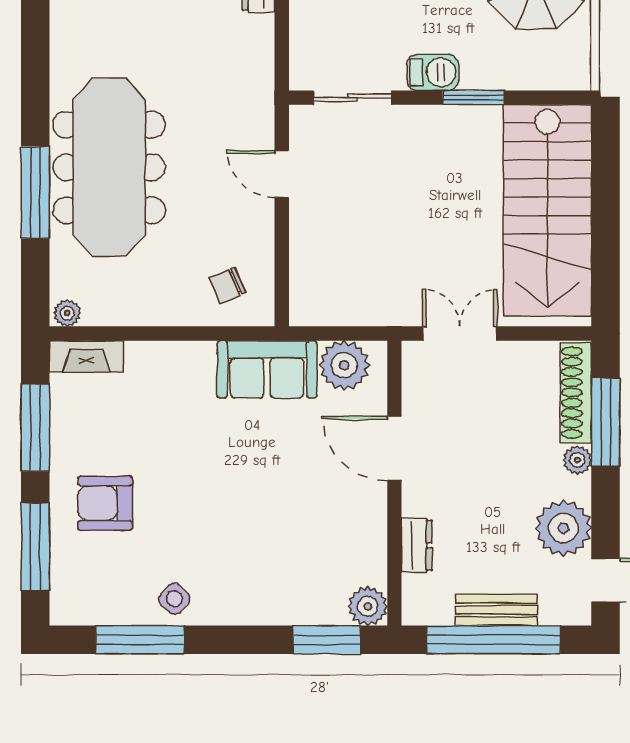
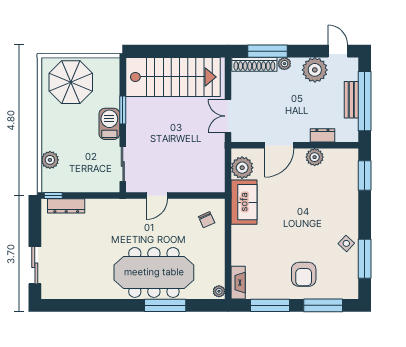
barbecue: (433, 72) -> (109, 124), width x1.38, depth x1.27
plant: (368, 606) -> (315, 157), moved

